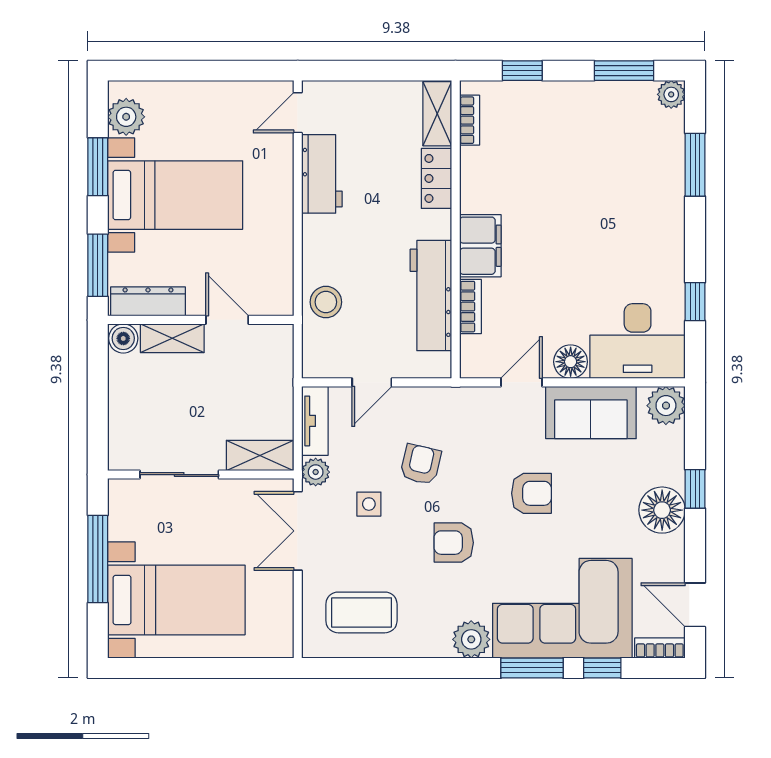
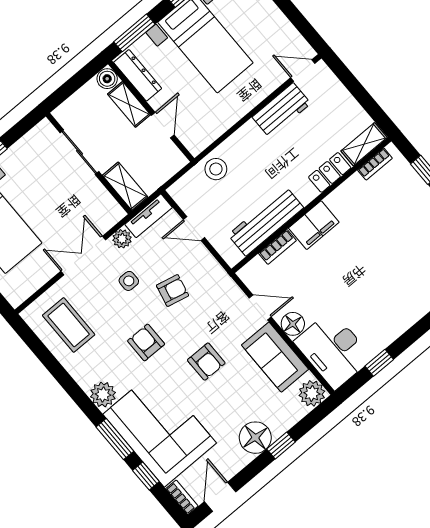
shelving: (260, 455) -> (125, 186), moved
sliding door: (179, 475) -> (79, 152), moved
wall: (201, 475) -> (89, 164), moved

